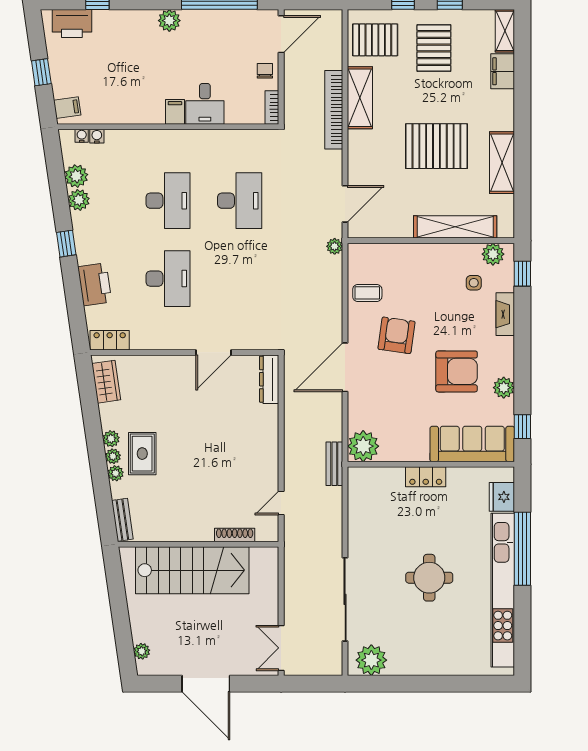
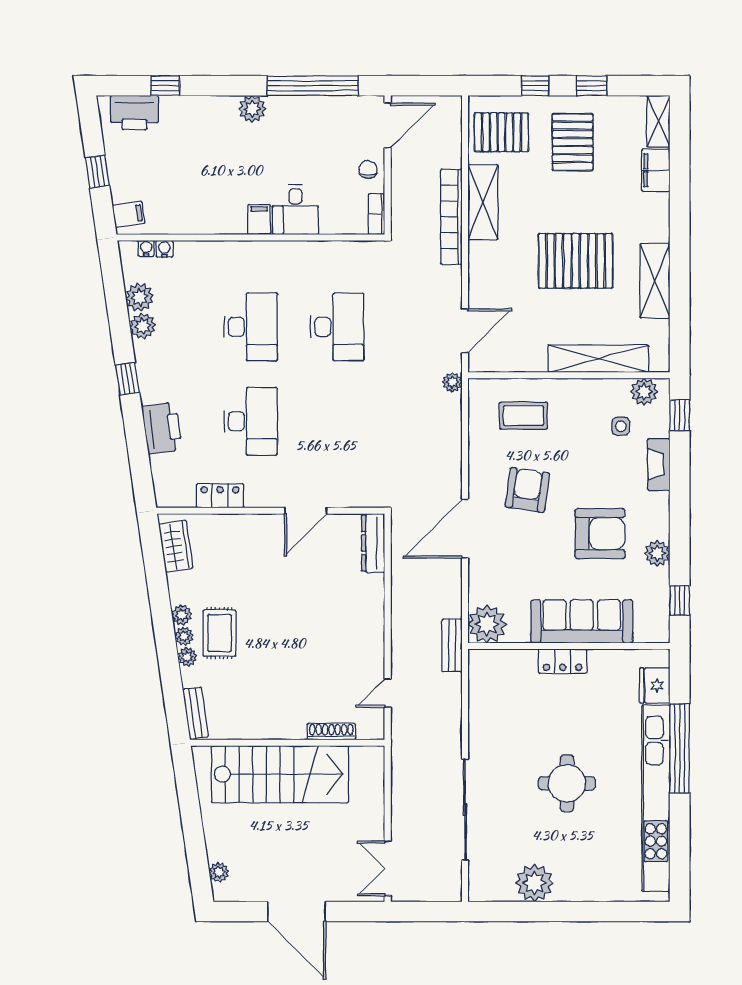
coffee table: (367, 293) -> (523, 416), moved, width x1.36, depth x1.30
locker: (110, 340) -> (220, 496), moved
sofa: (472, 444) -> (582, 621), moved
plant: (371, 660) -> (534, 883), moved

